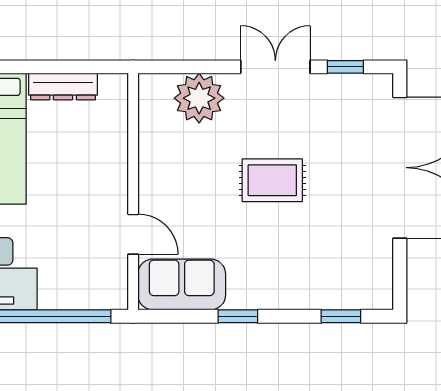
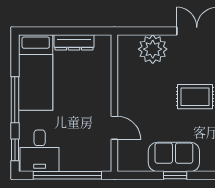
sofa: (182, 284) -> (174, 157), moved

